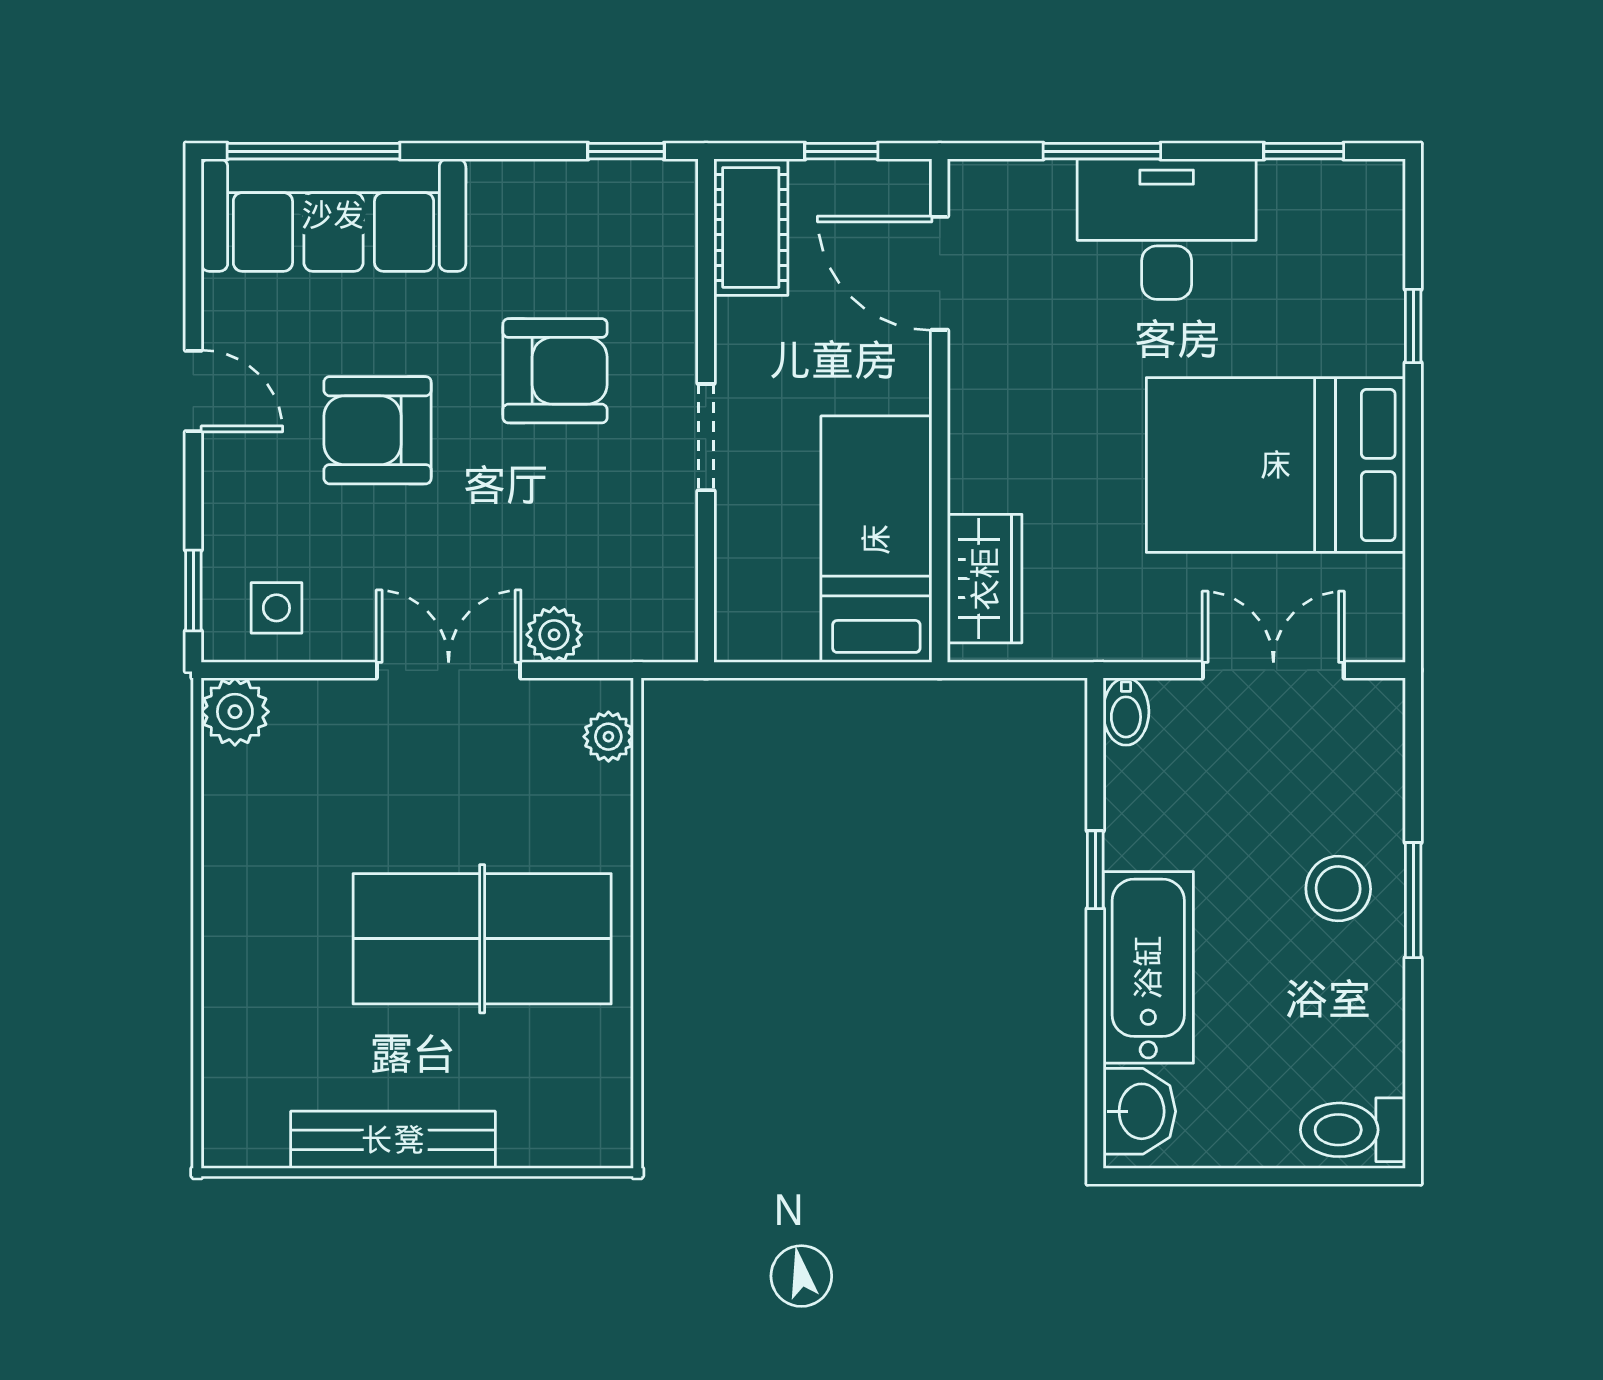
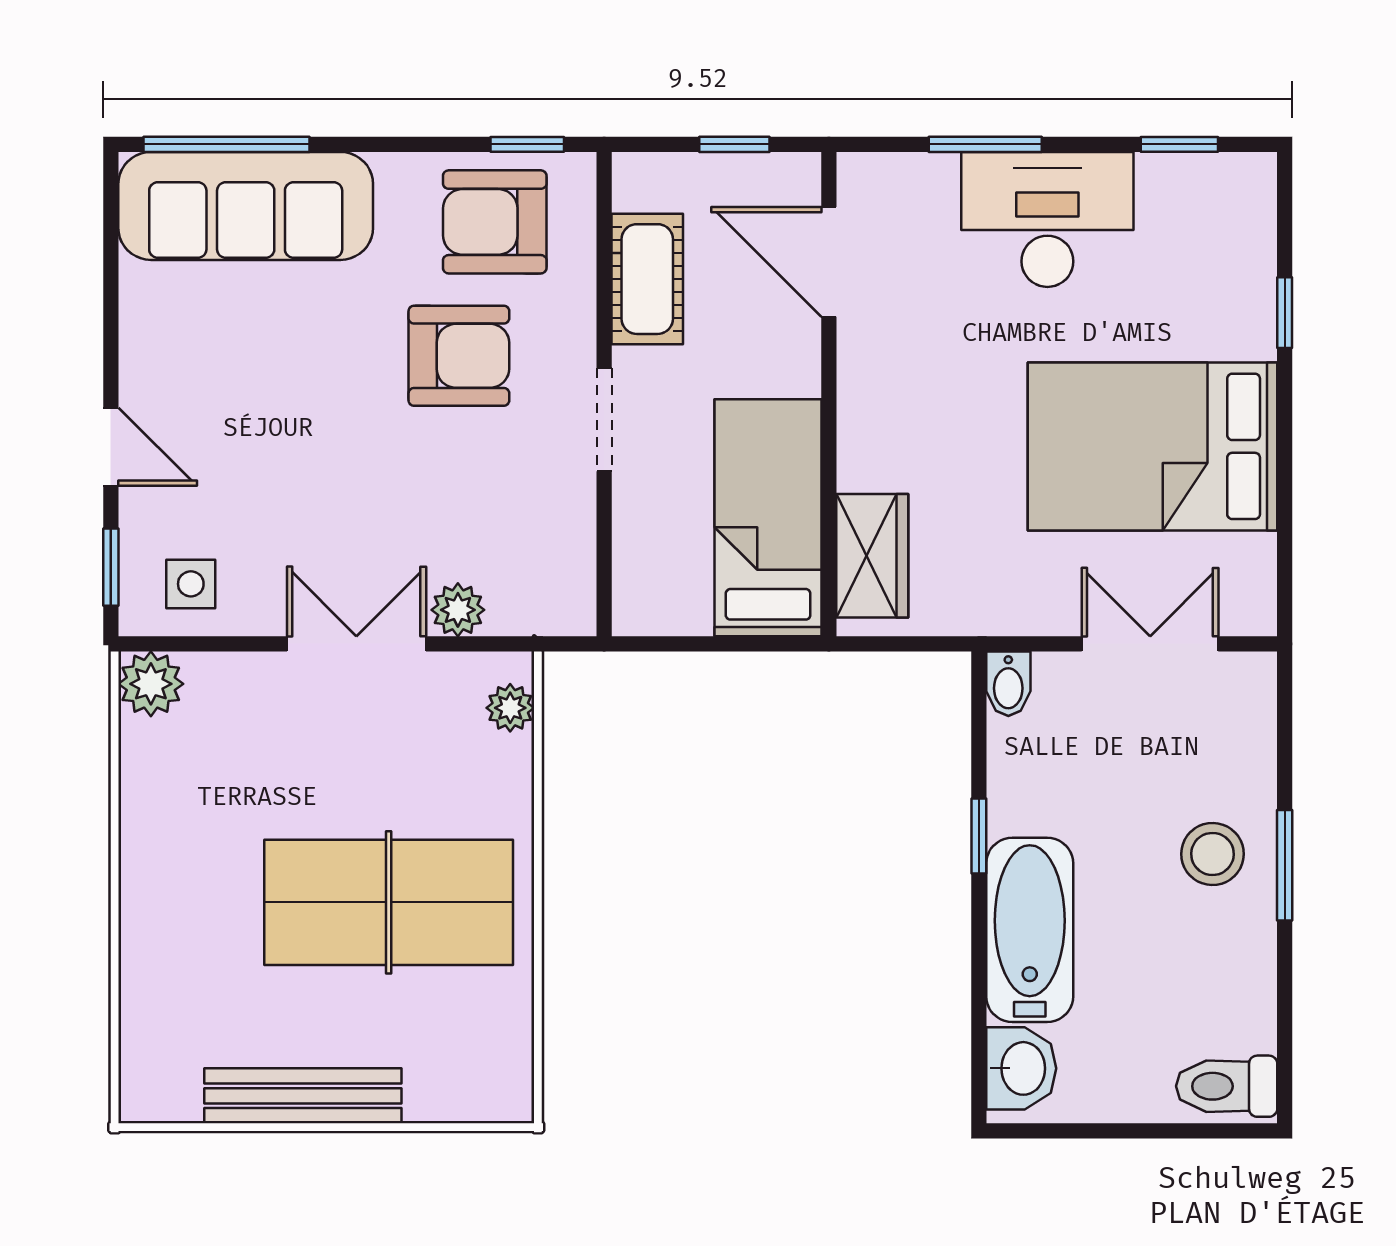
cot: (751, 227) -> (647, 279), moved
door: (193, 391) -> (111, 447), moved
armchair: (378, 430) -> (495, 222), moved

